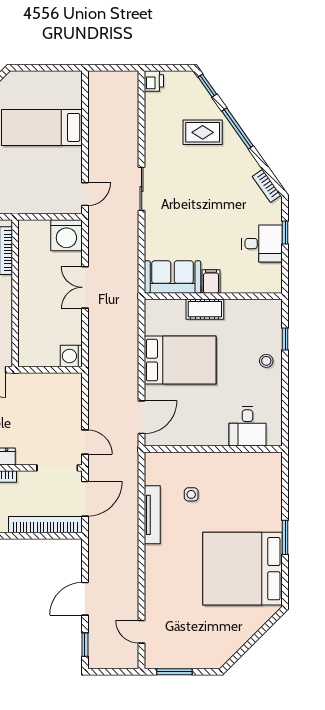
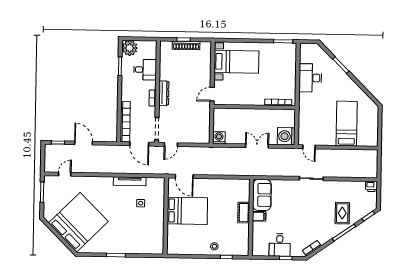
bed: (180, 360) -> (187, 211), moved, turned -90
desk: (247, 426) -> (178, 235), removed
bed: (243, 569) -> (78, 222), moved, turned 45

